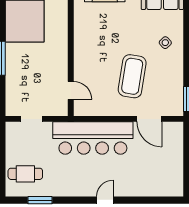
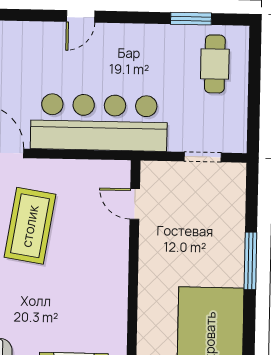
cafe table: (25, 174) -> (215, 64), turned 90

